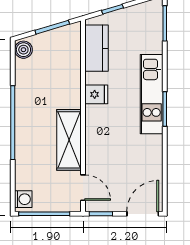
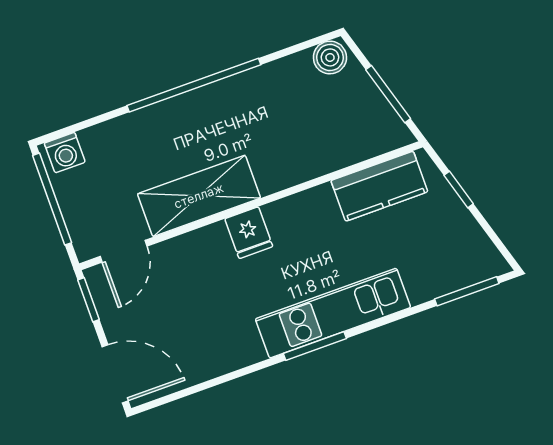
fridge: (96, 94) -> (249, 233), moved

